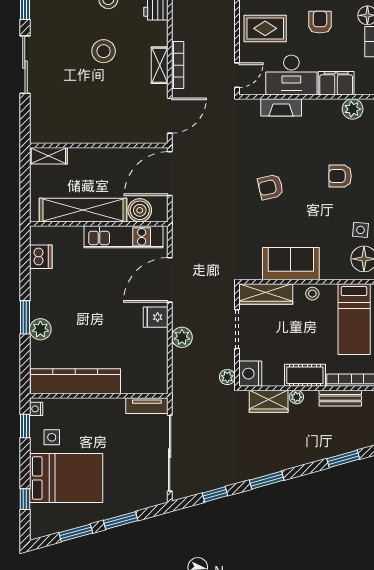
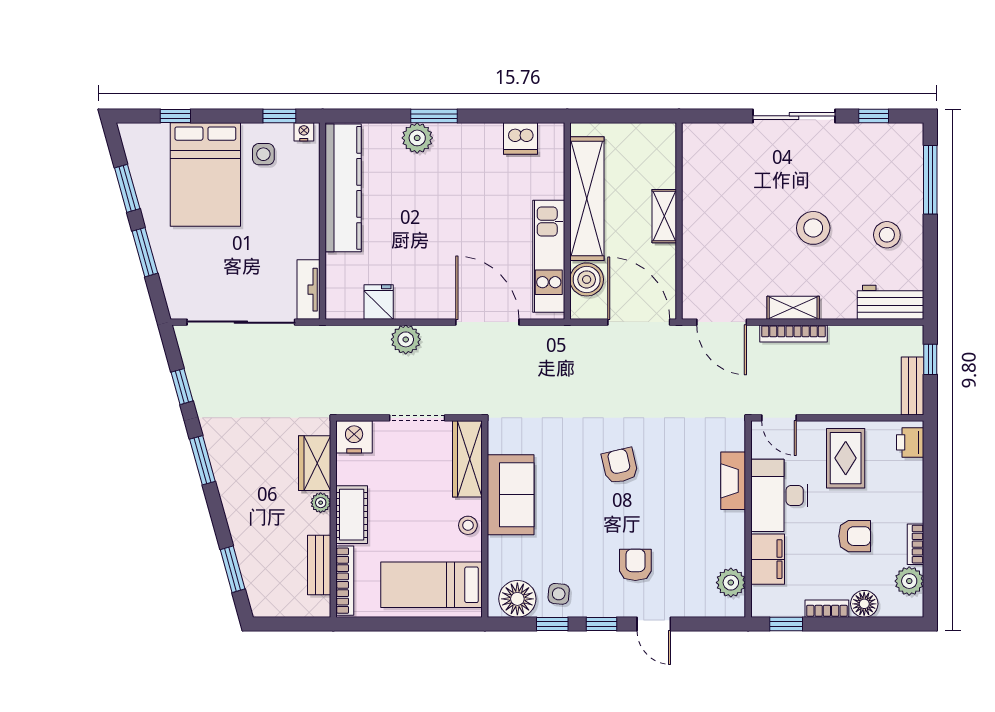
shelving: (48, 156) -> (664, 216), moved
fridge: (156, 317) -> (379, 302), moved
plant: (227, 377) -> (349, 404), removed

